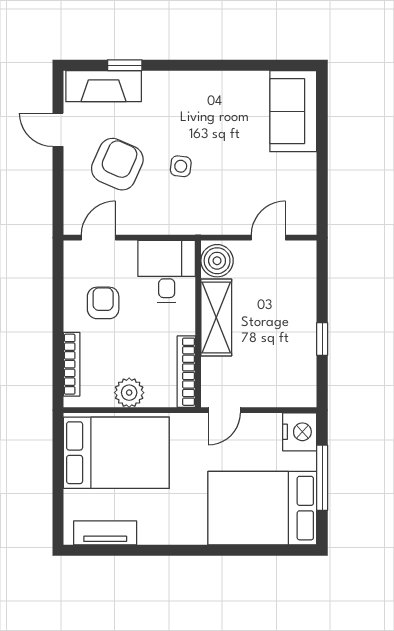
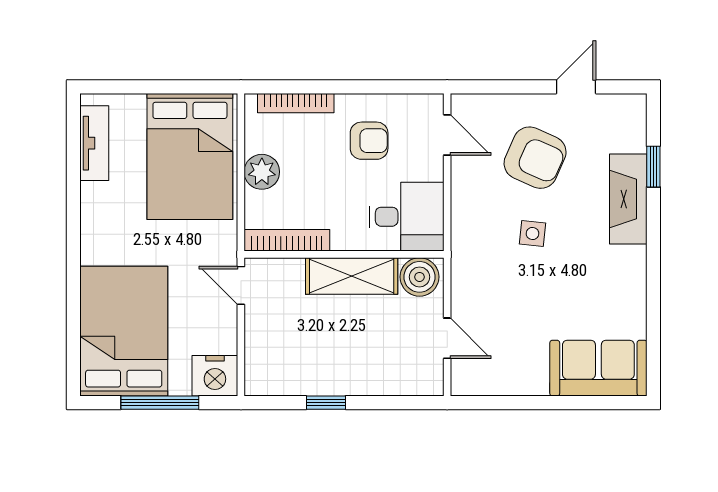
fireplace: (104, 86) -> (628, 199), moved

